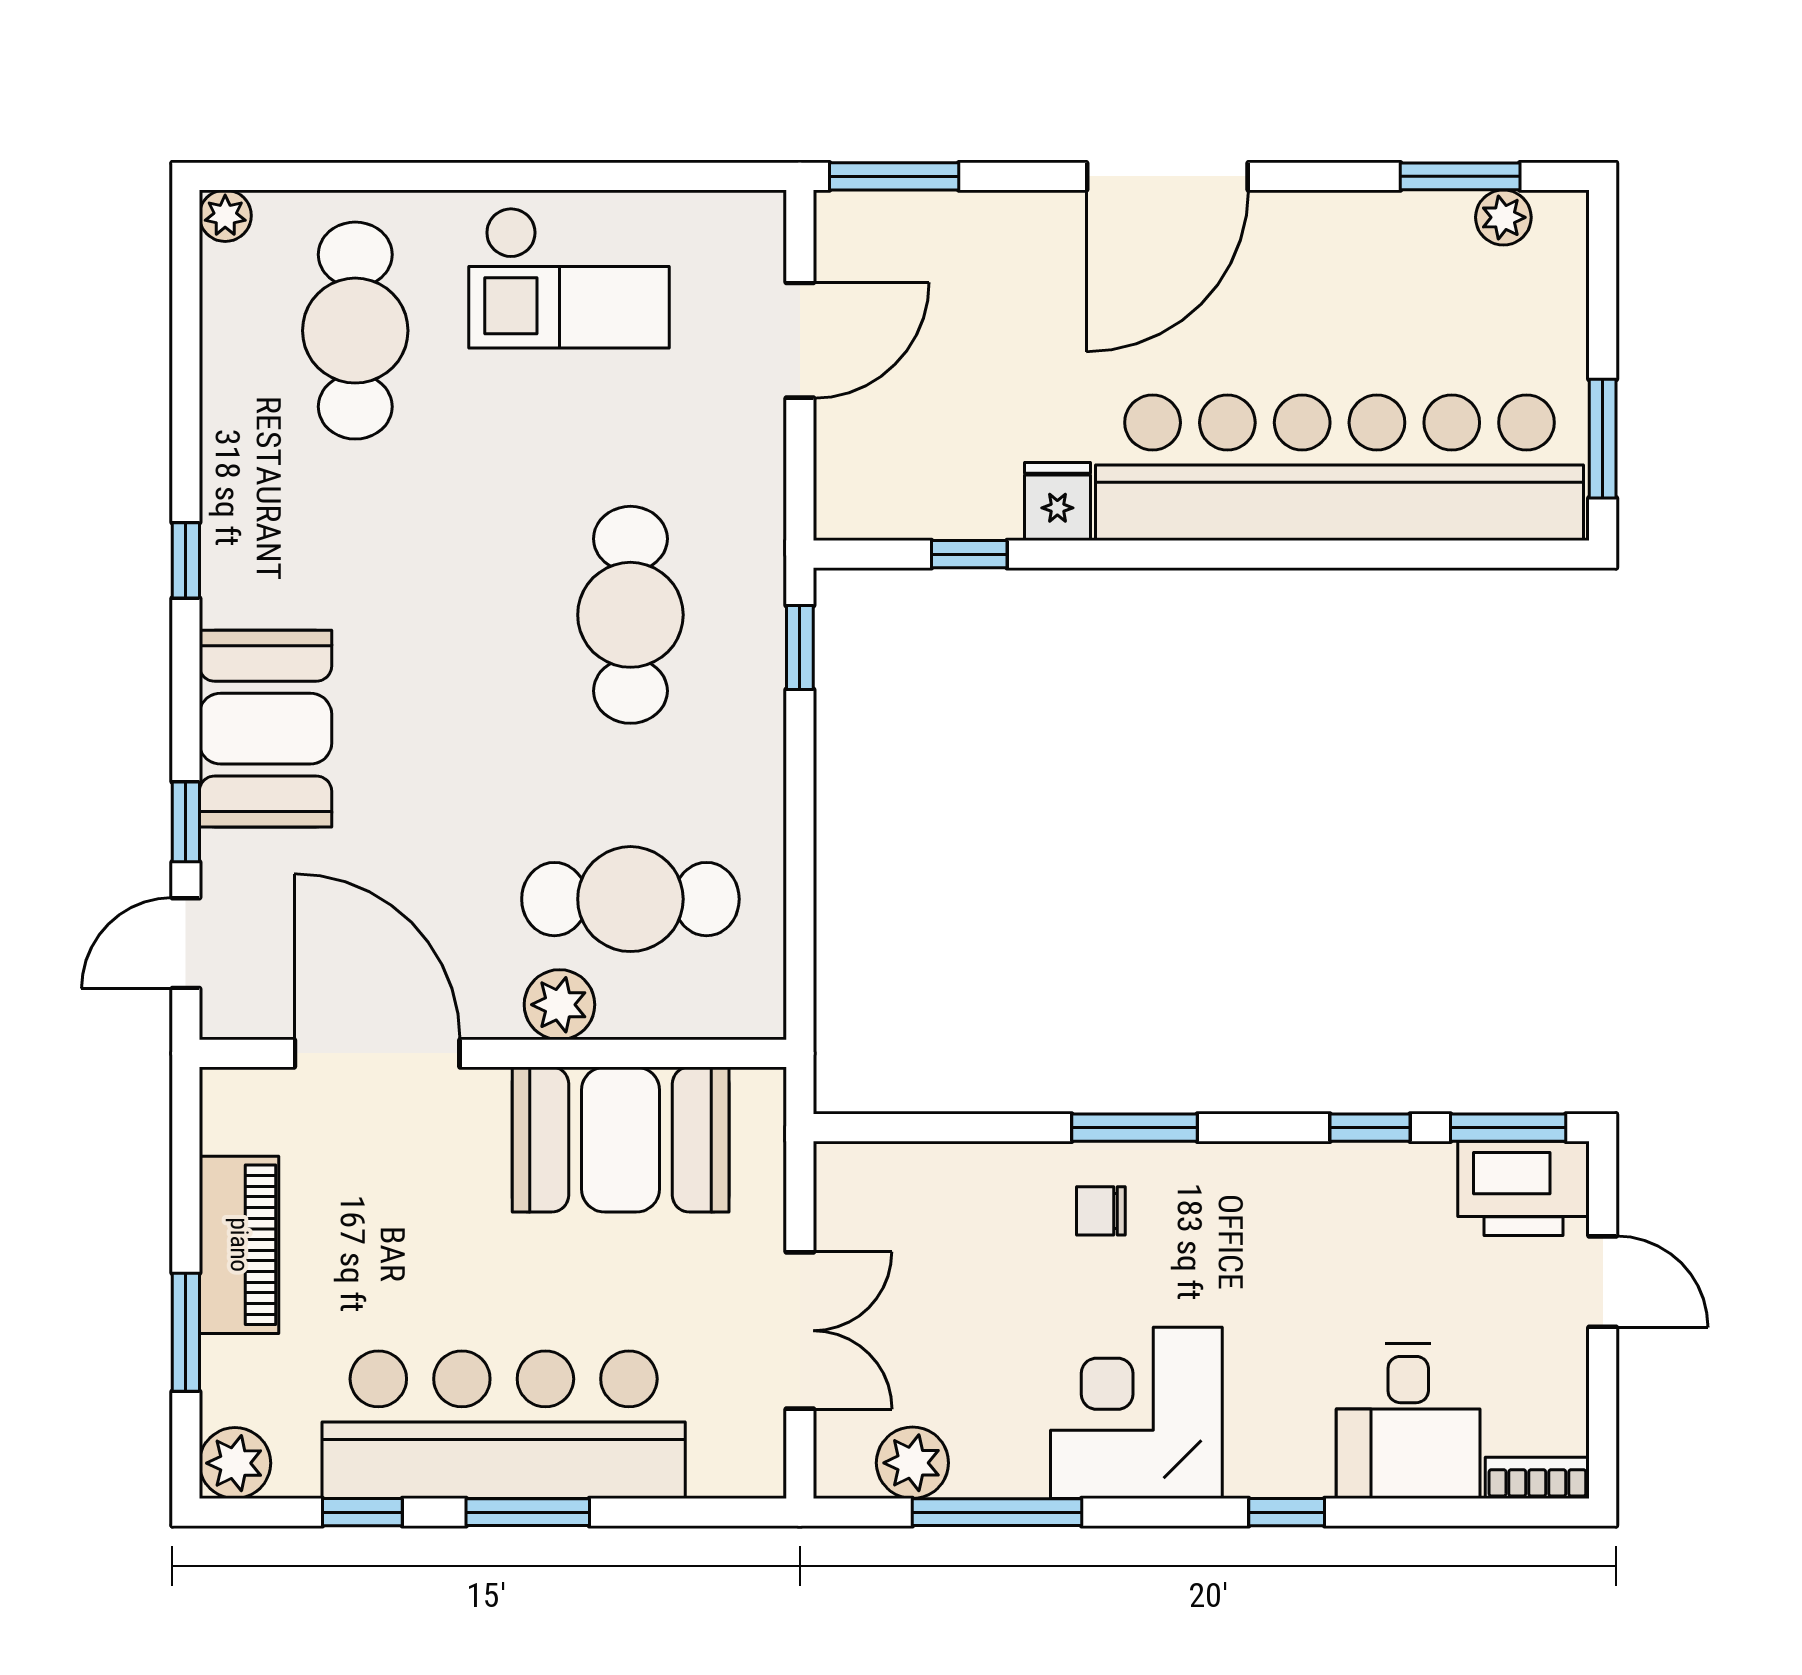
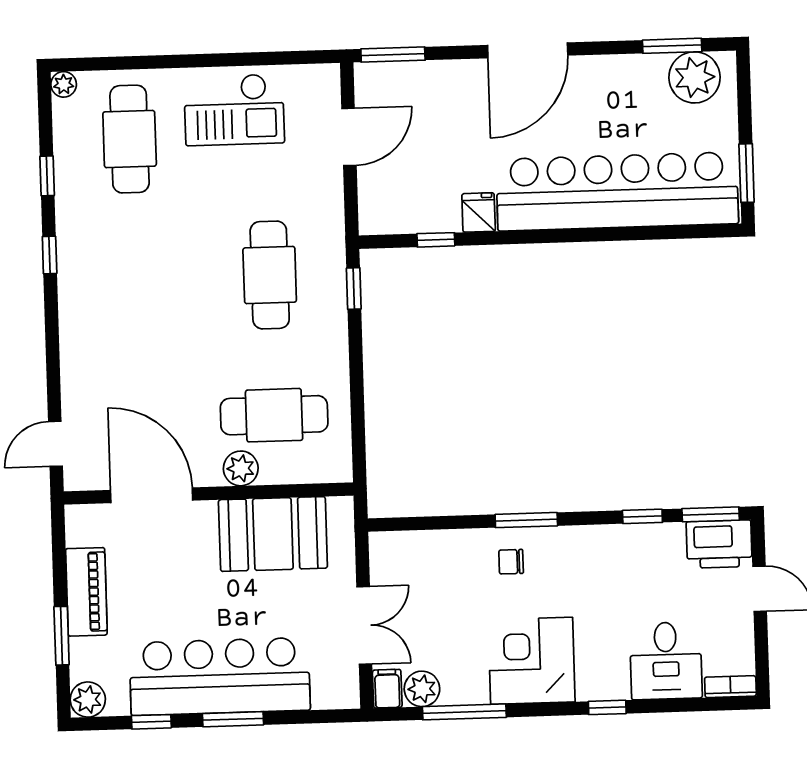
plant: (1503, 217) -> (694, 77), width x1.88, depth x1.88
booth: (265, 729) -> (91, 337), removed
window: (186, 822) -> (47, 176), moved
filing cabinet: (842, 1460) -> (387, 689), added

